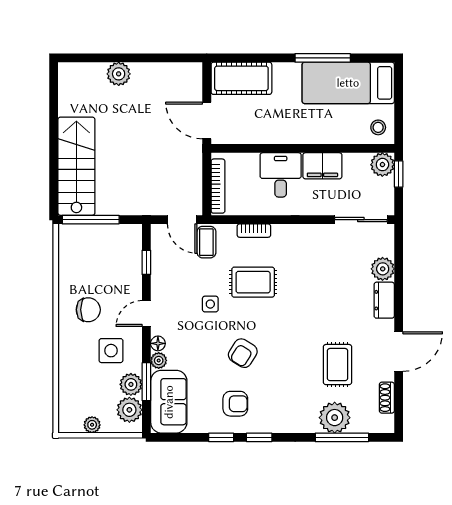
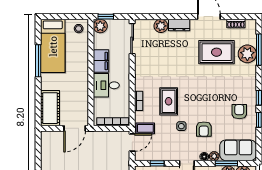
armchair: (243, 353) -> (204, 129), moved, turned 58
rug: (337, 365) -> (217, 52), width x1.36, depth x1.43

